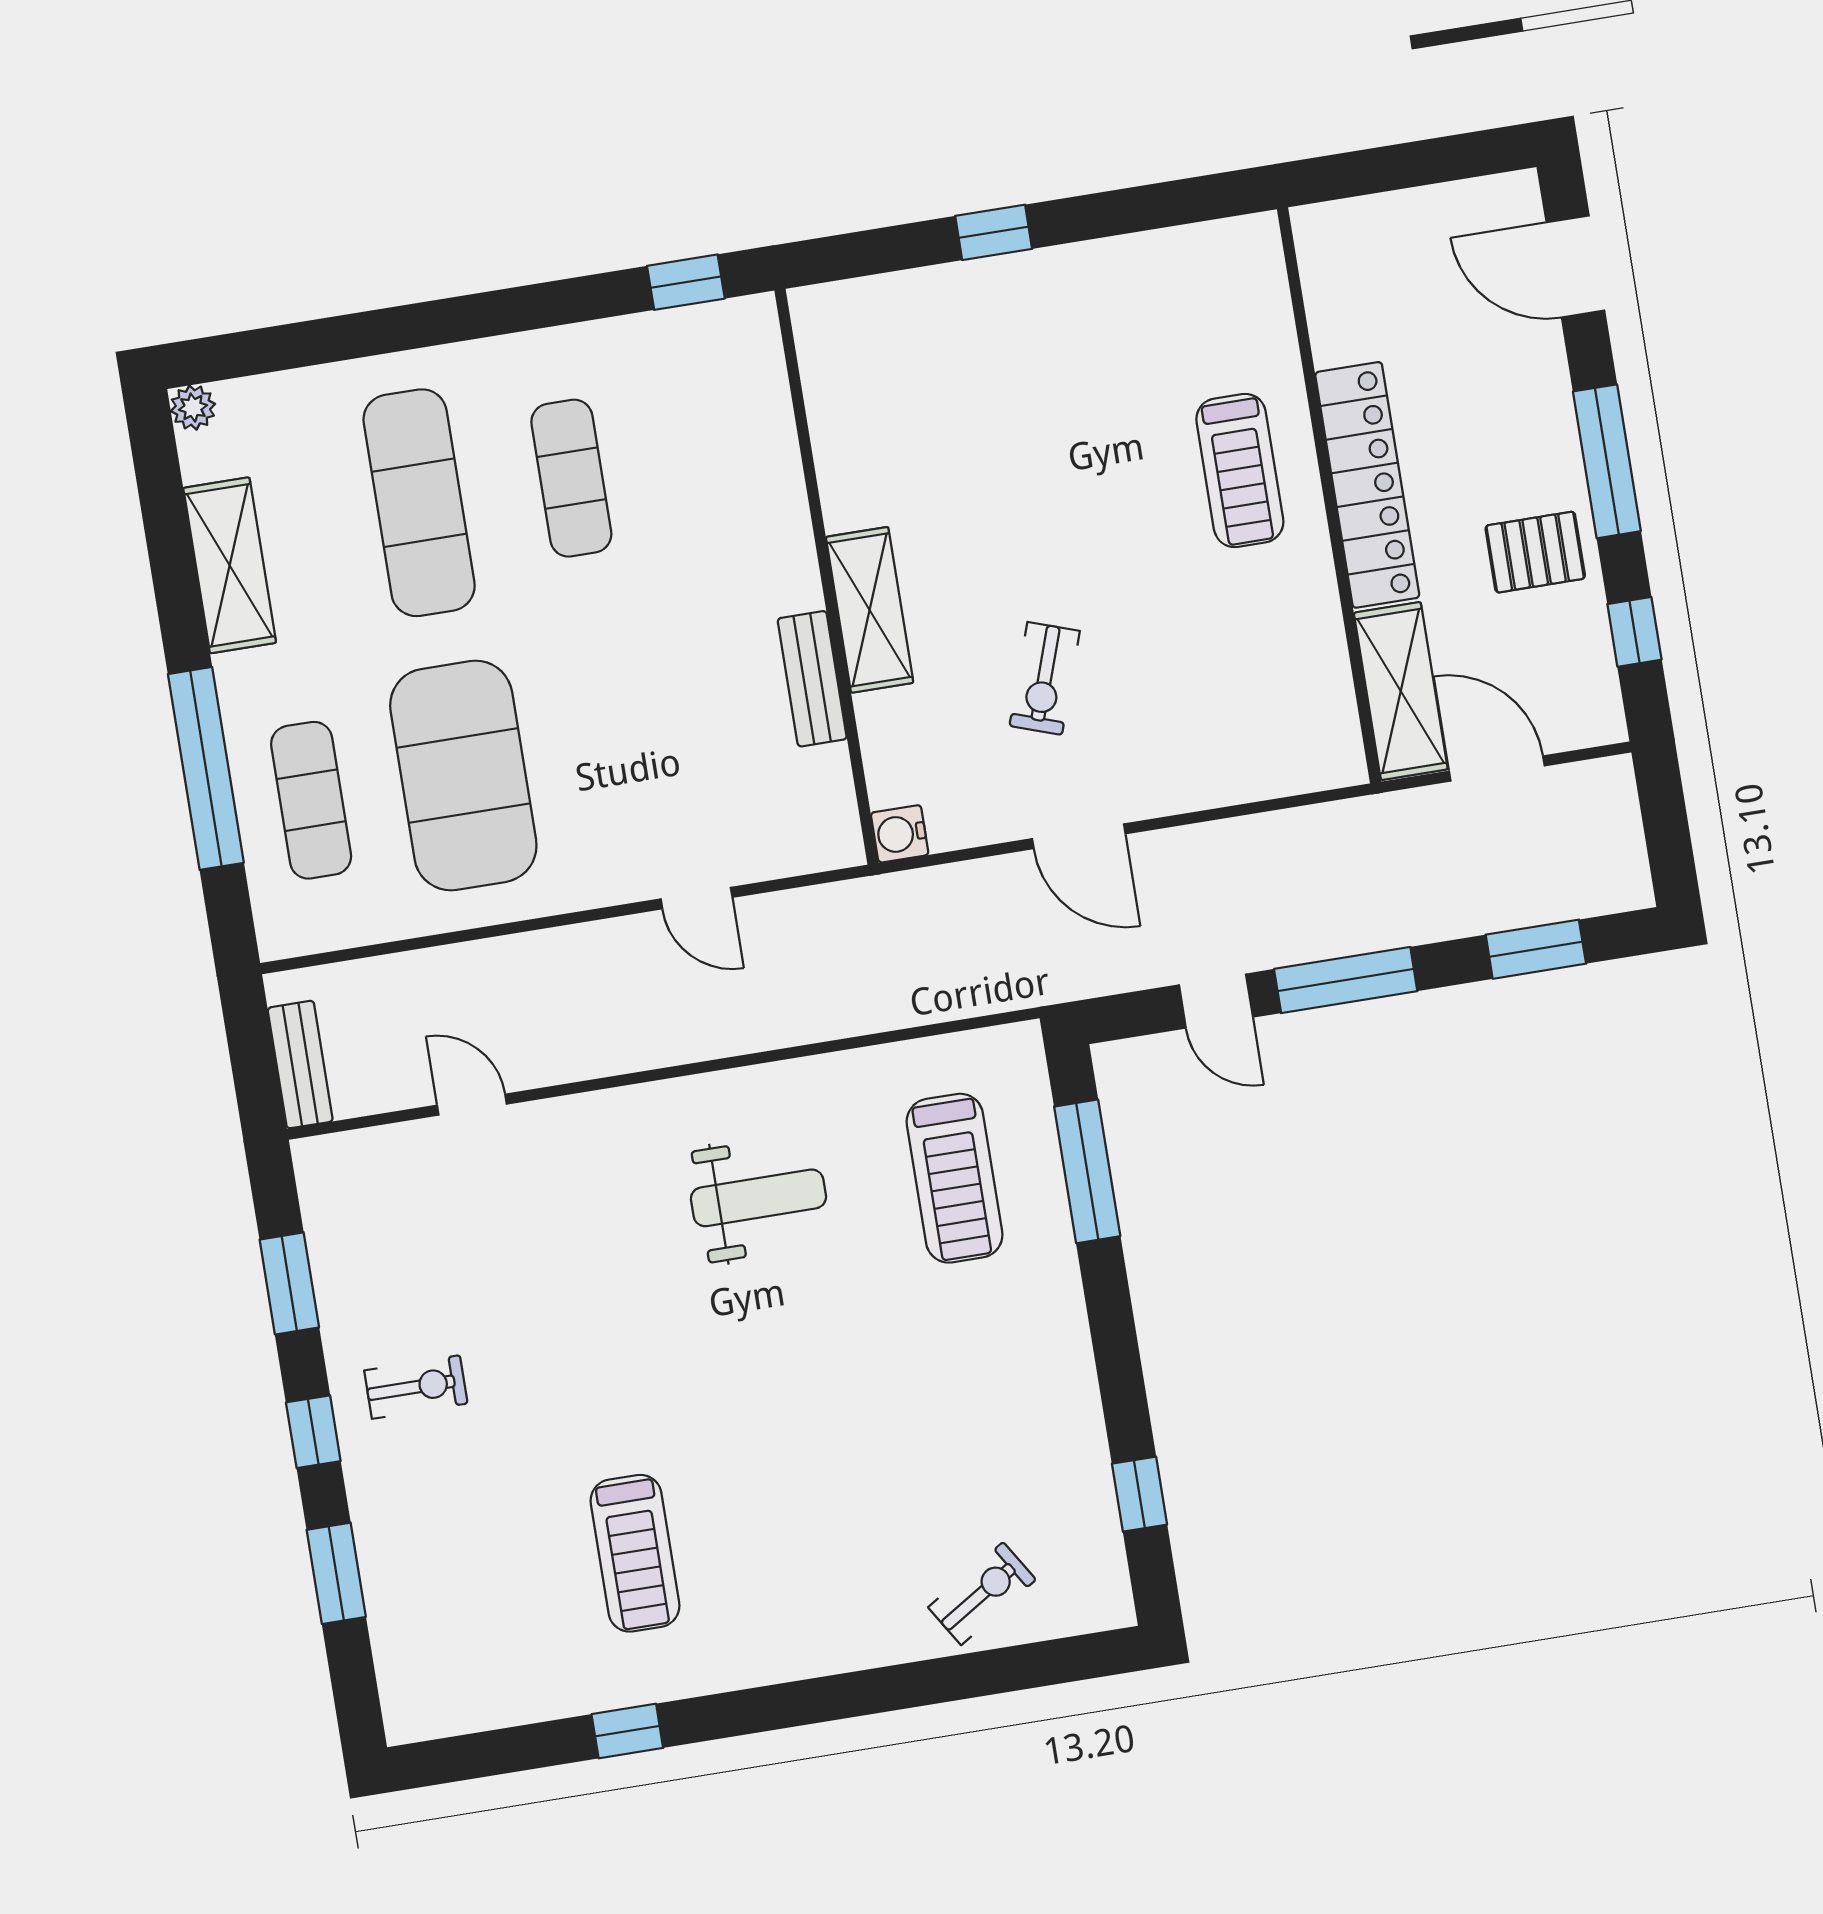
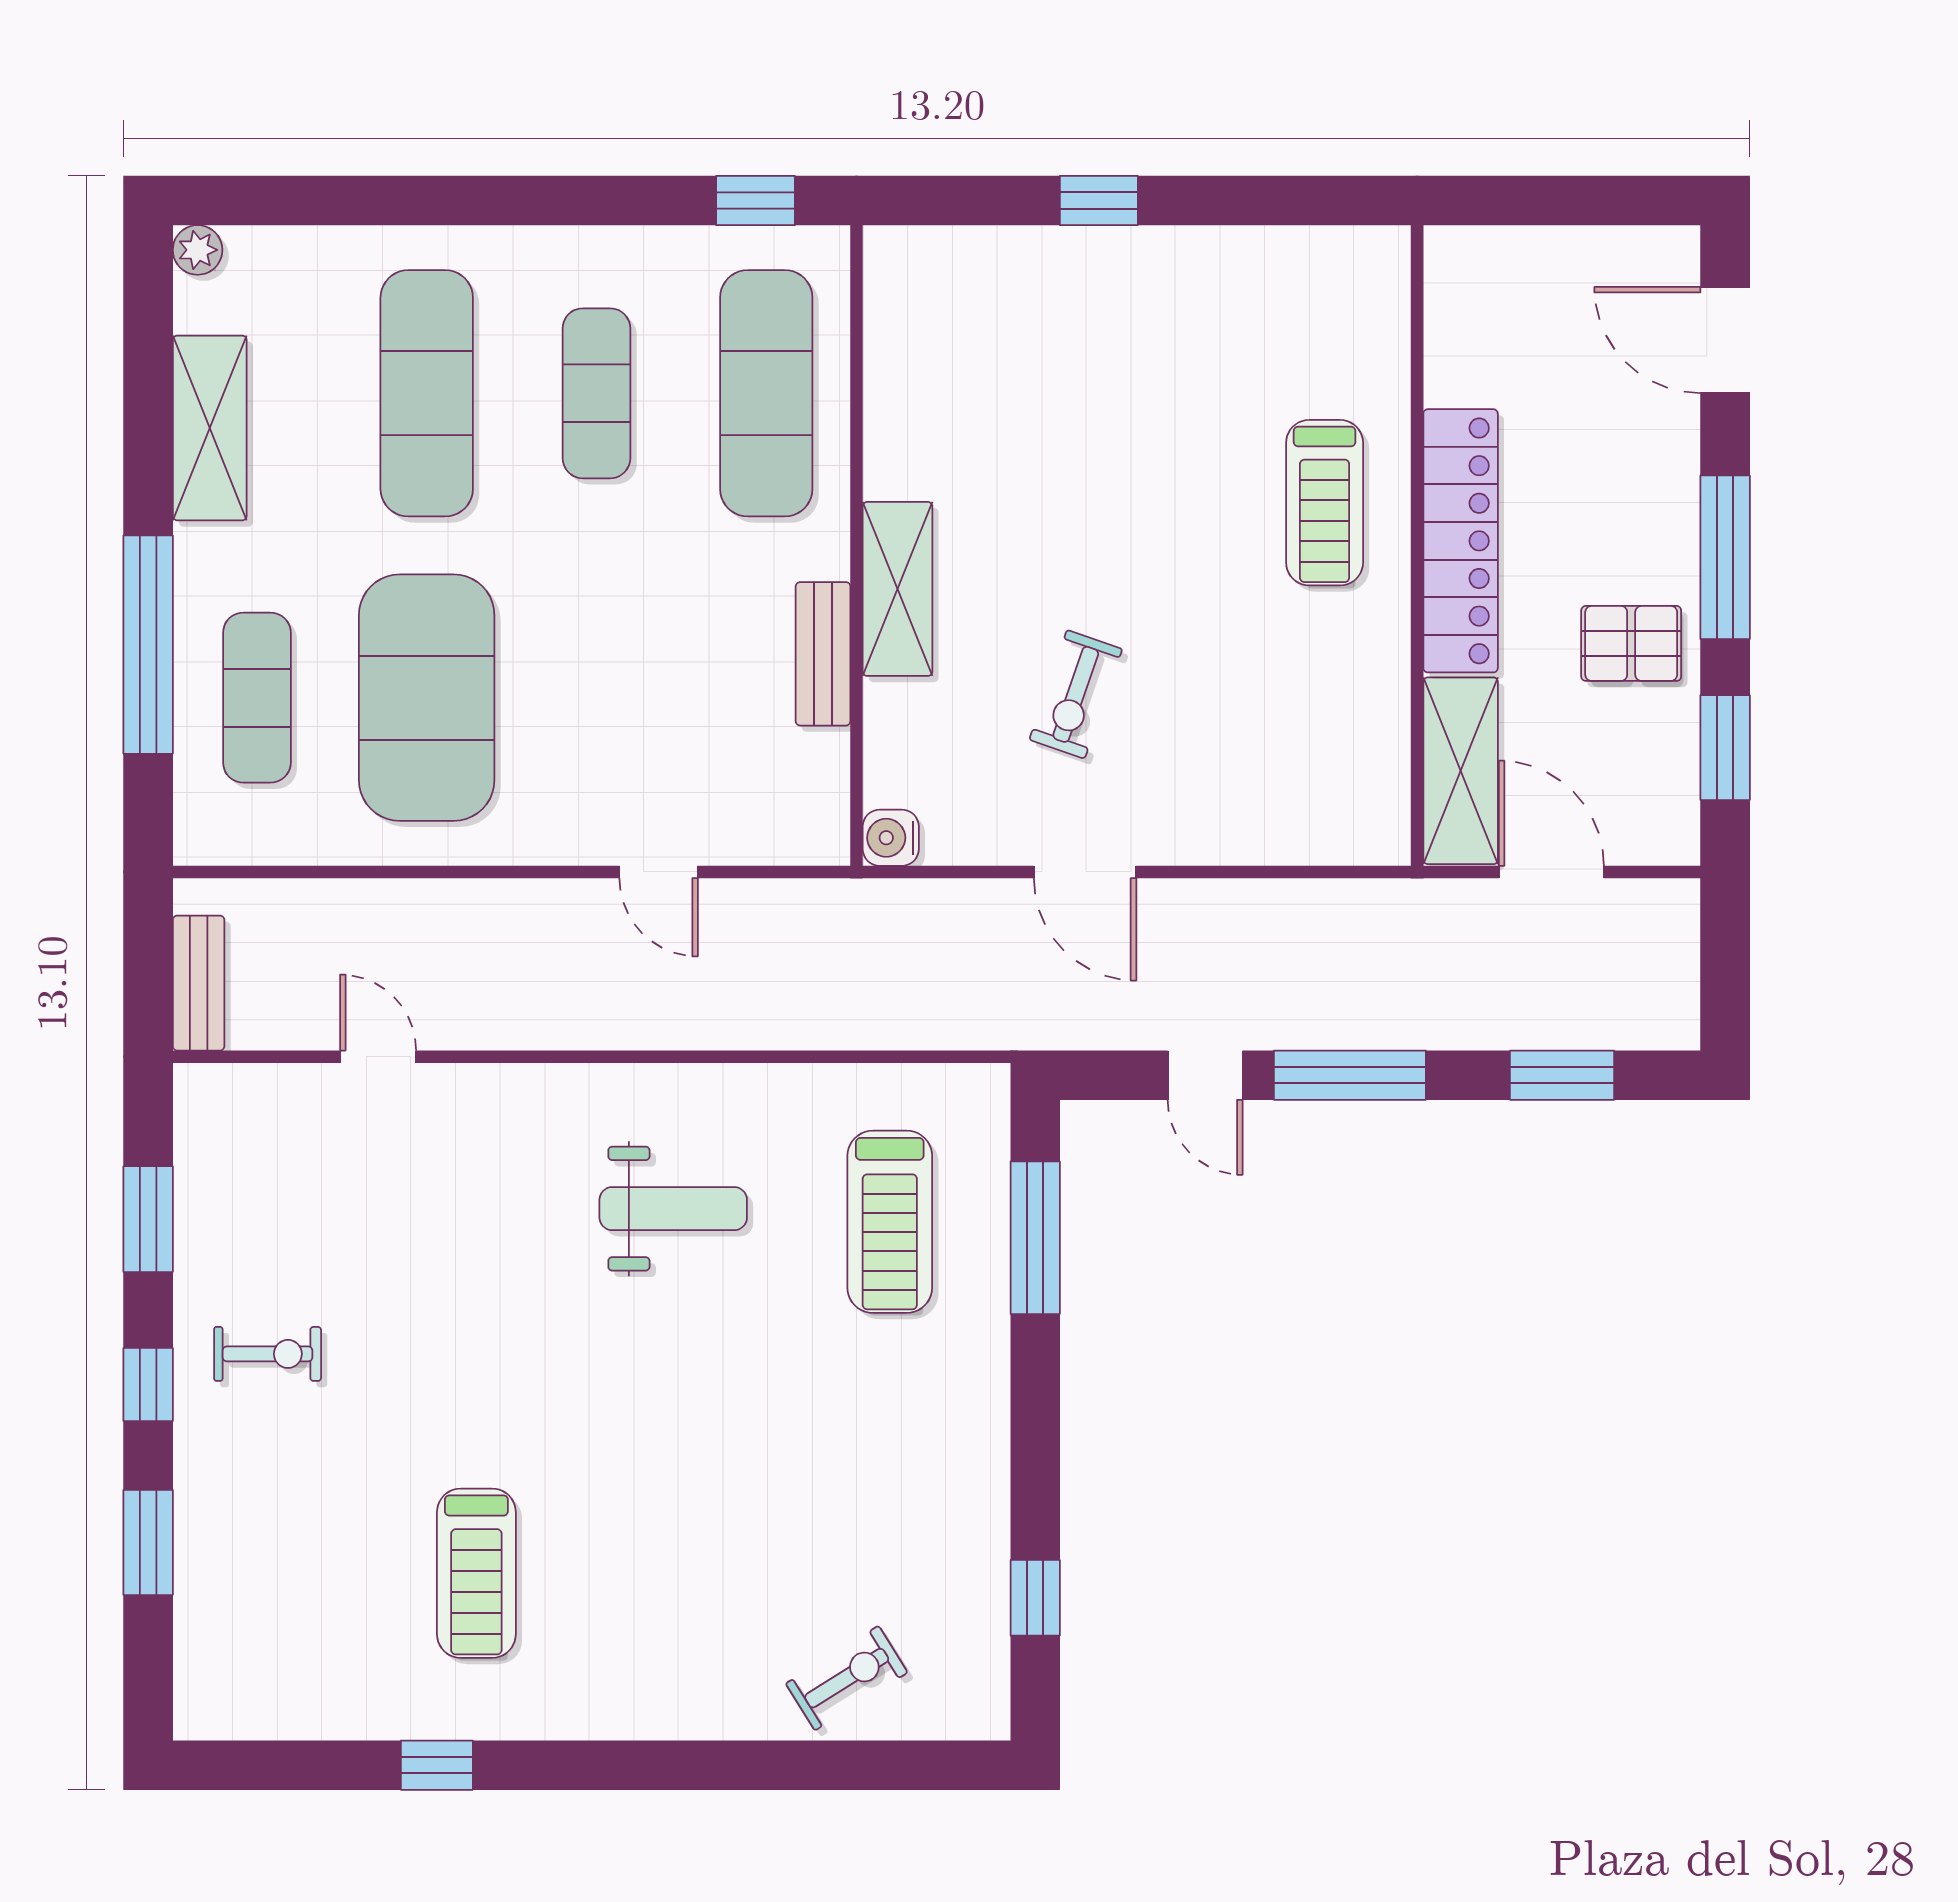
exercise mat: (723, 453) -> (766, 393), added
window: (1634, 632) -> (1725, 748), width x1.50

